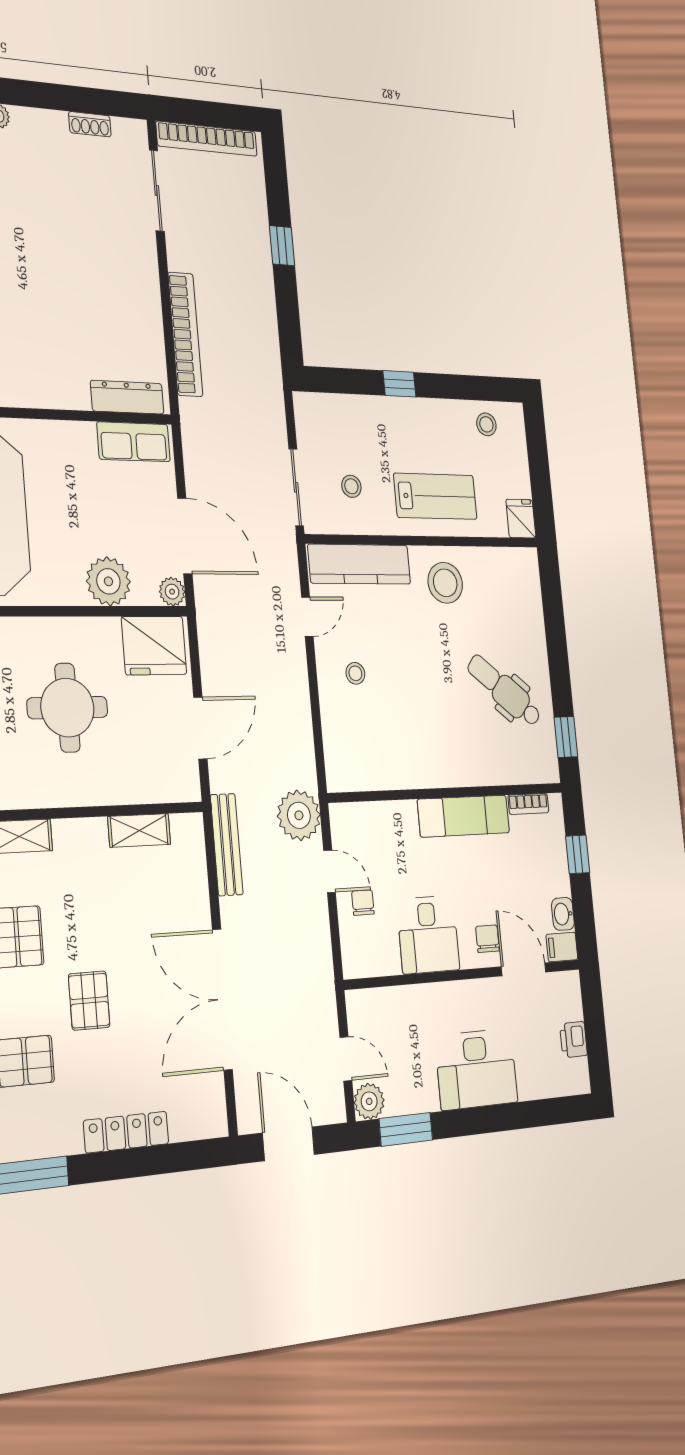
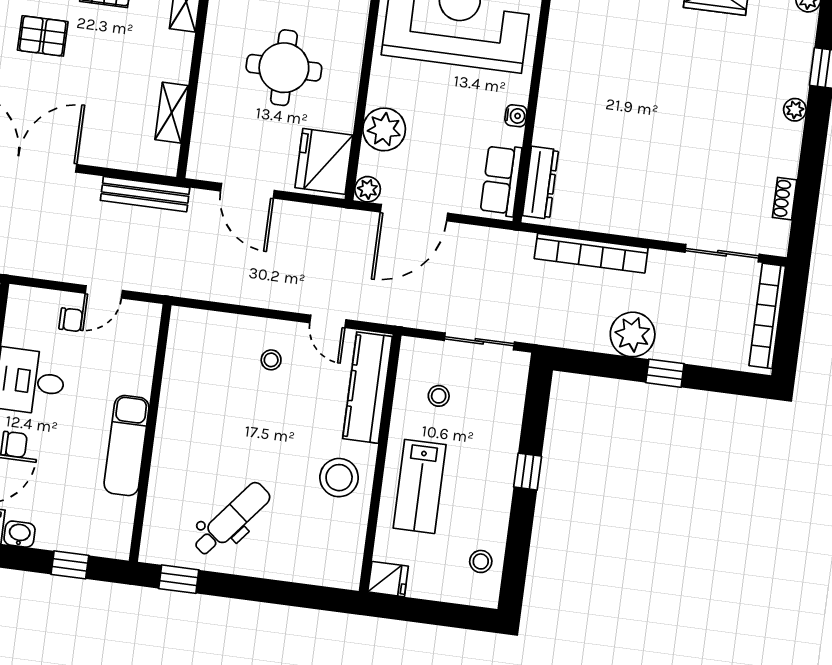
water cooler: (65, 432) -> (516, 116), added
sliding door: (296, 487) -> (479, 341), moved
bookcase: (528, 804) -> (125, 520), removed
plant: (299, 815) -> (633, 334), moved

